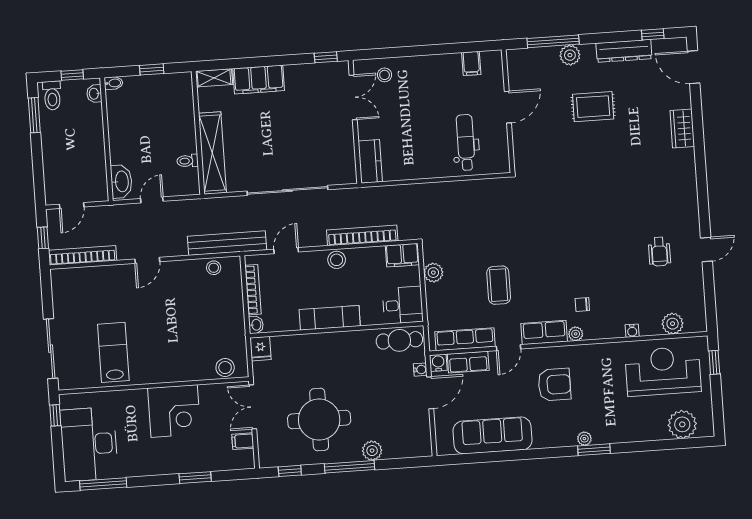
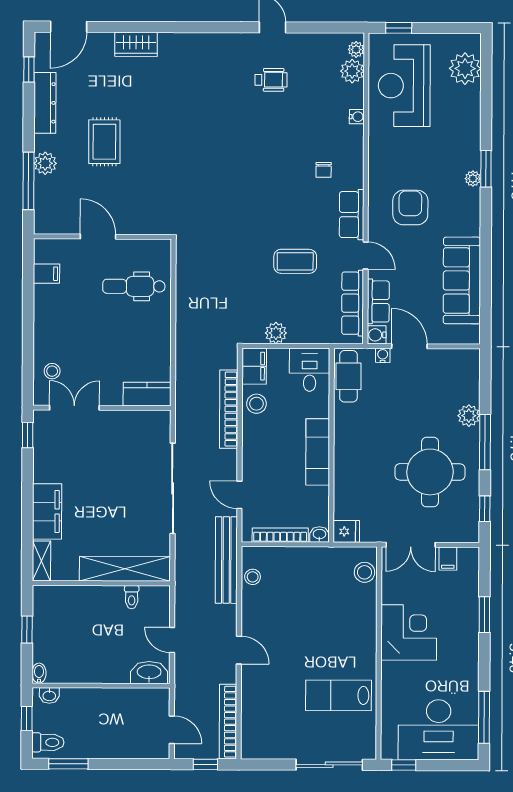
stool: (337, 260) -> (256, 404), moved
plant: (576, 334) -> (356, 49), moved

